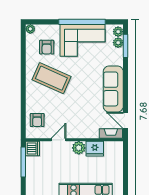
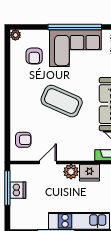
coffee table: (51, 78) -> (62, 101), moved
armchair: (37, 120) -> (23, 140), turned -90
dishwasher: (33, 148) -> (18, 190), moved

